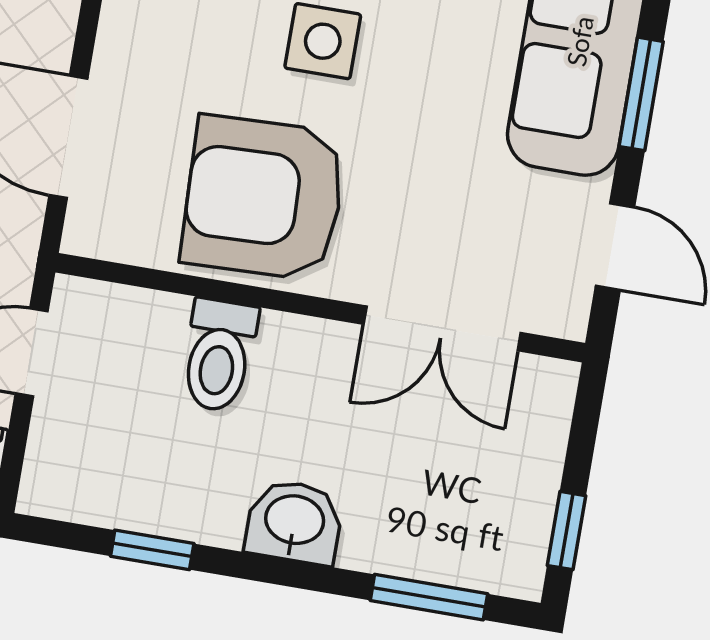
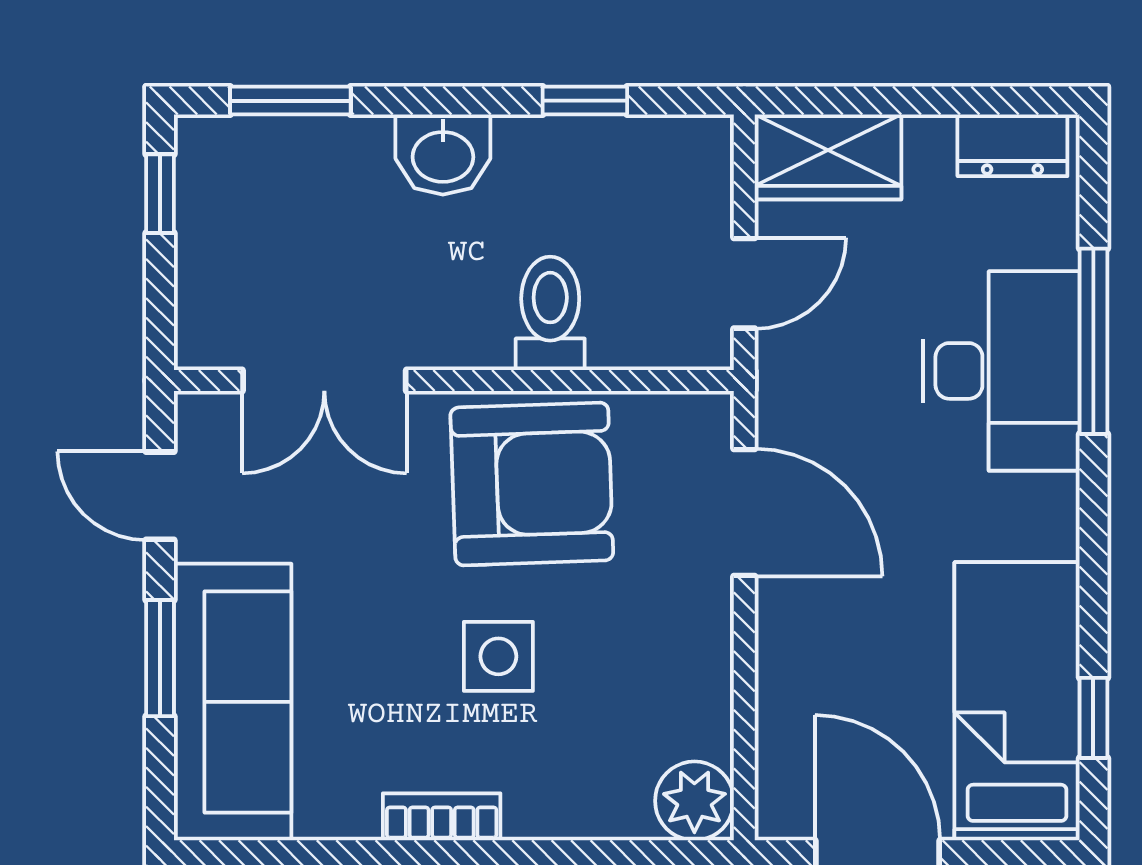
double door: (442, 328) -> (324, 381), swing flipped

